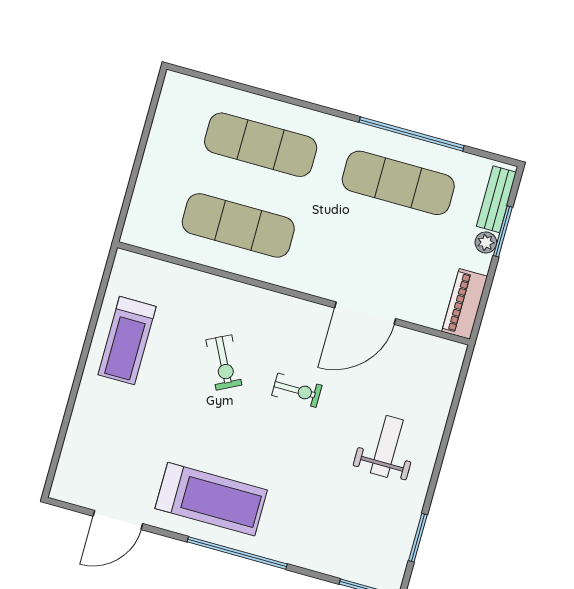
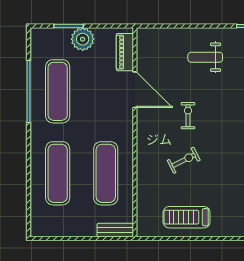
bench: (496, 199) -> (115, 230), moved
plant: (486, 242) -> (83, 39), width x1.88, depth x1.88
piano: (465, 304) -> (125, 52), moved, turned 90
treadmill: (127, 341) -> (187, 217), turned 180

